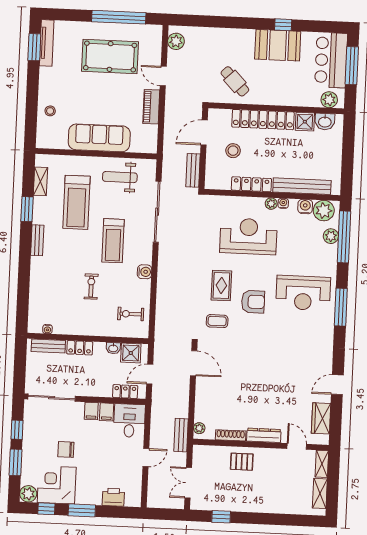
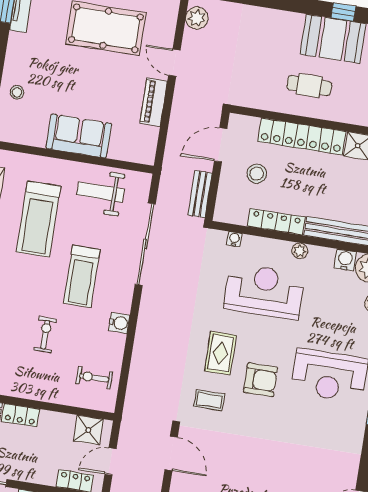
cafe table: (235, 81) -> (309, 86), moved, turned -46
sofa: (99, 138) -> (79, 136), width x0.73
water cooler: (283, 203) -> (234, 239), moved
washbasin: (113, 348) -> (65, 421), removed

